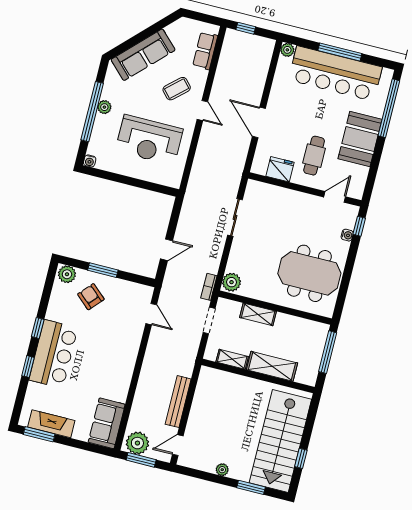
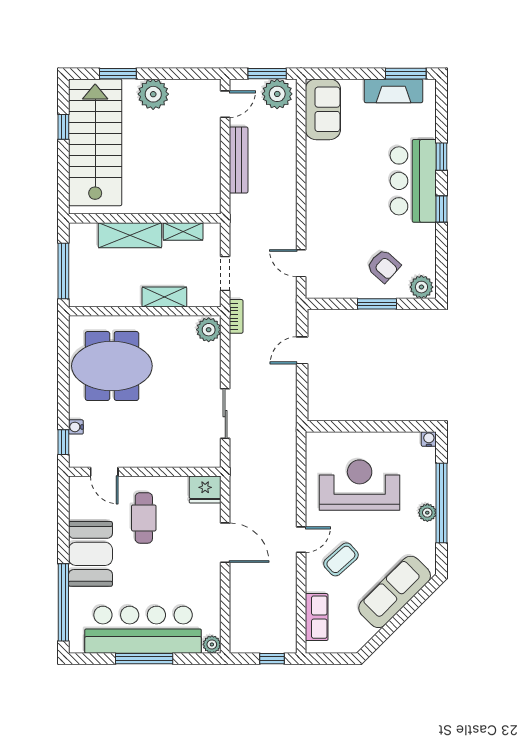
door: (202, 111) -> (301, 540), swing flipped
fridge: (280, 169) -> (205, 490), moved
door: (335, 197) -> (104, 472), hinge flipped
plant: (222, 470) -> (153, 94), width x1.88, depth x1.88

